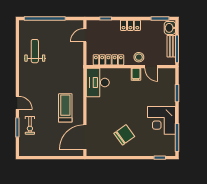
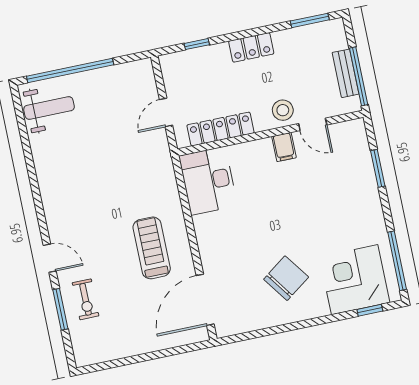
washbasin: (170, 28) -> (335, 36), removed
door: (85, 35) -> (166, 112), moved
weight bench: (35, 51) -> (49, 108), moved, turned 90
corner desk: (162, 120) -> (355, 280), moved, turned 90

